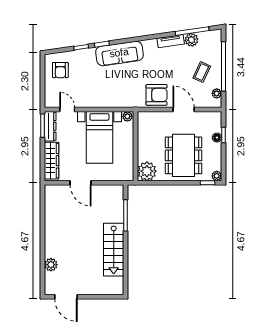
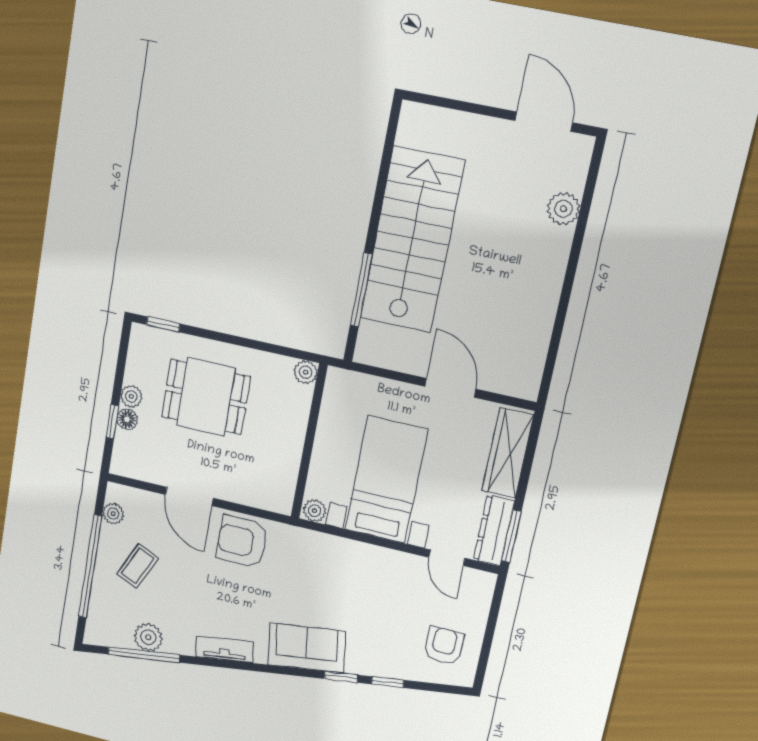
tv unit: (171, 41) -> (224, 649), moved
sofa: (119, 53) -> (306, 648), width x0.73
dining table: (184, 155) -> (206, 397), width x0.73
plant: (147, 171) -> (306, 372), width x0.53, depth x0.53
plant: (217, 176) -> (131, 396), moved
stairs: (114, 250) -> (412, 240), width x1.36, depth x1.51

